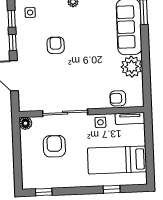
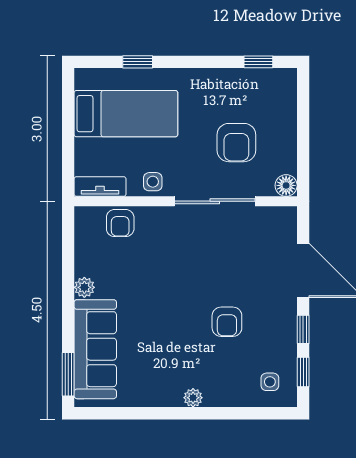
plant: (132, 67) -> (84, 287), width x0.53, depth x0.53
armchair: (118, 98) -> (120, 223), turned 90

